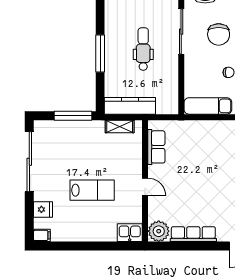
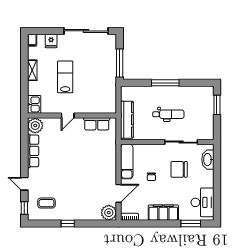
kitchen counter: (130, 106) -> (127, 120), moved
shelving: (120, 126) -> (32, 70), moved
lab bench: (92, 190) -> (65, 77), turned 180

